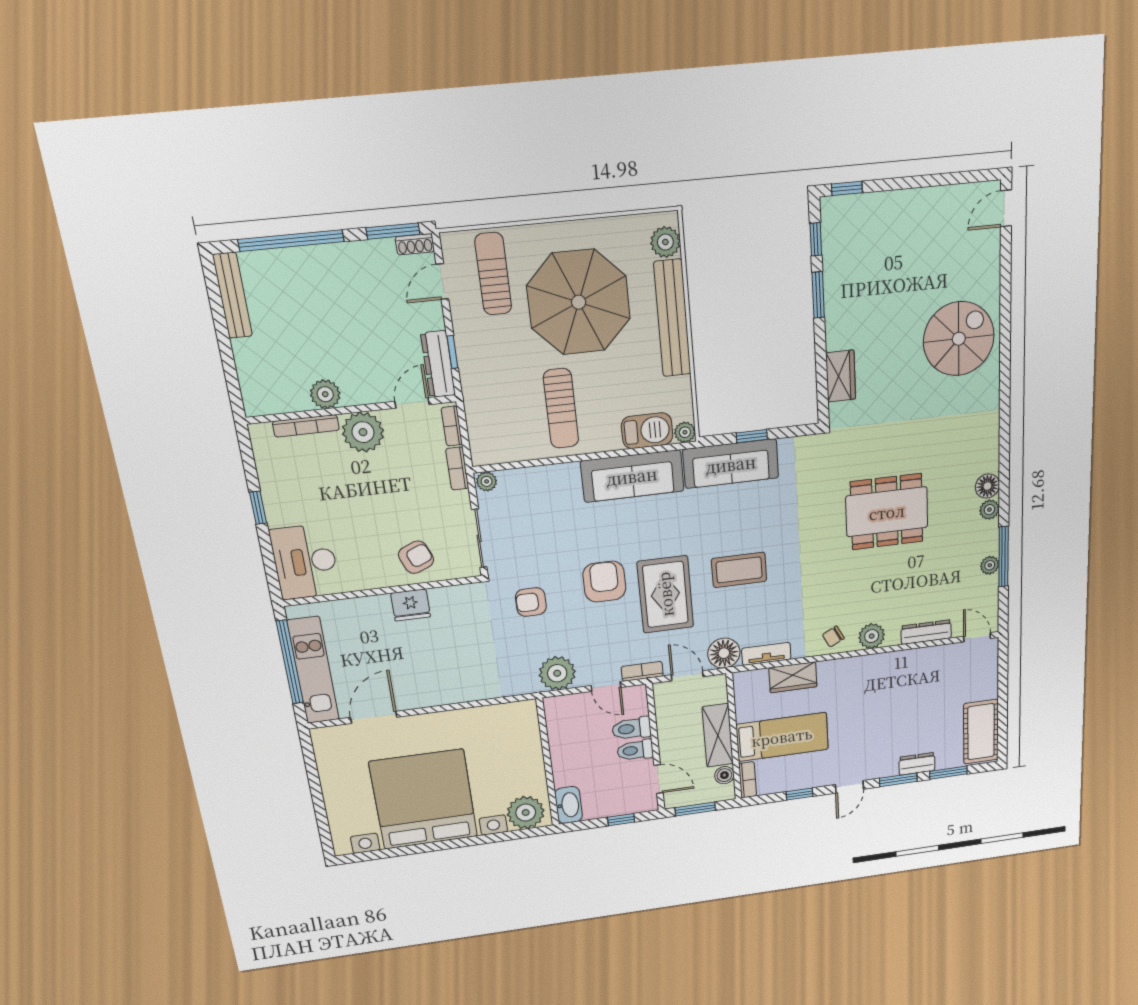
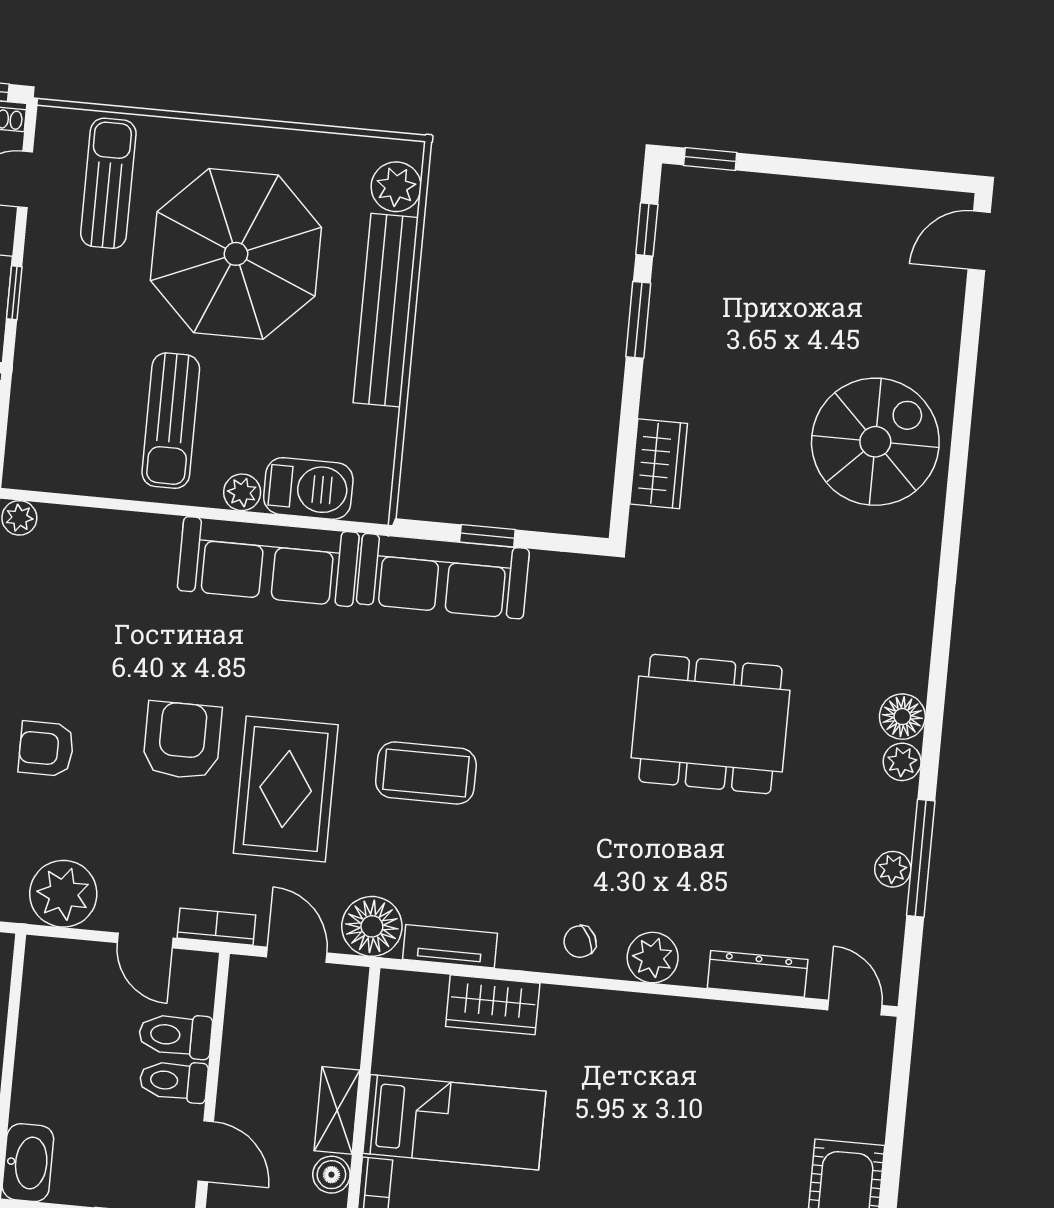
plant: (685, 432) -> (242, 492), moved
shelving: (718, 735) -> (337, 1110), width x0.67, depth x0.75

